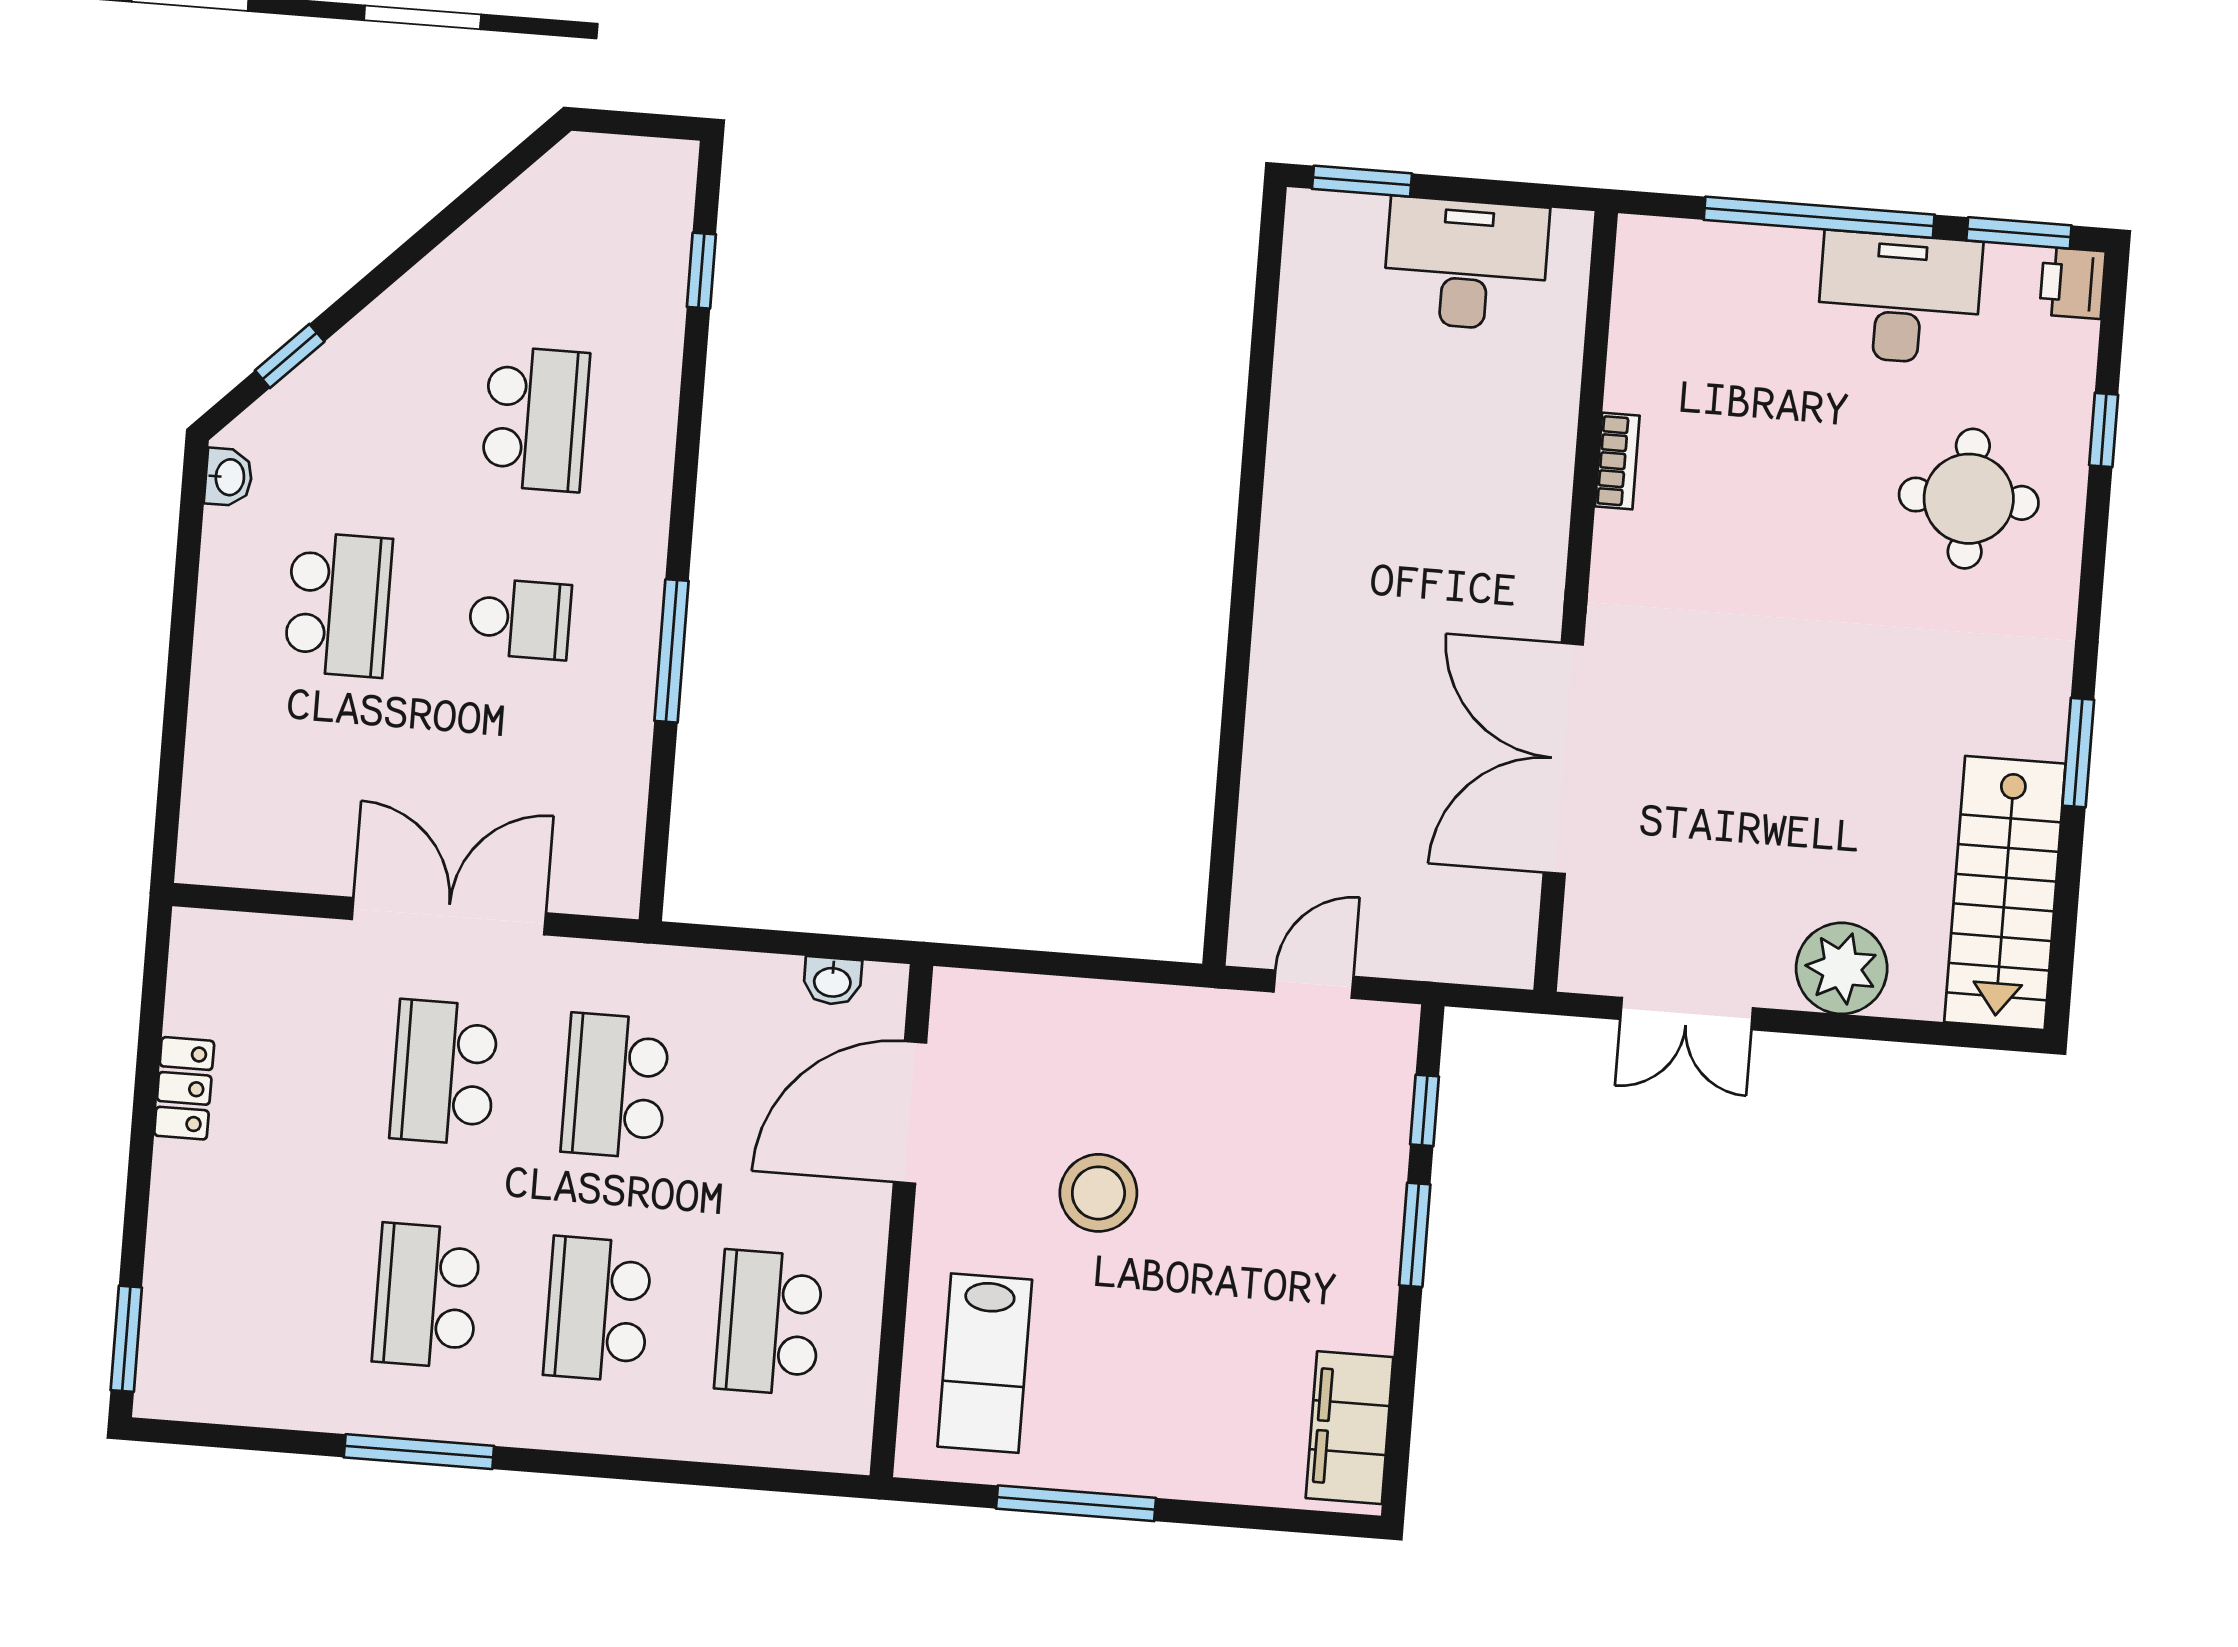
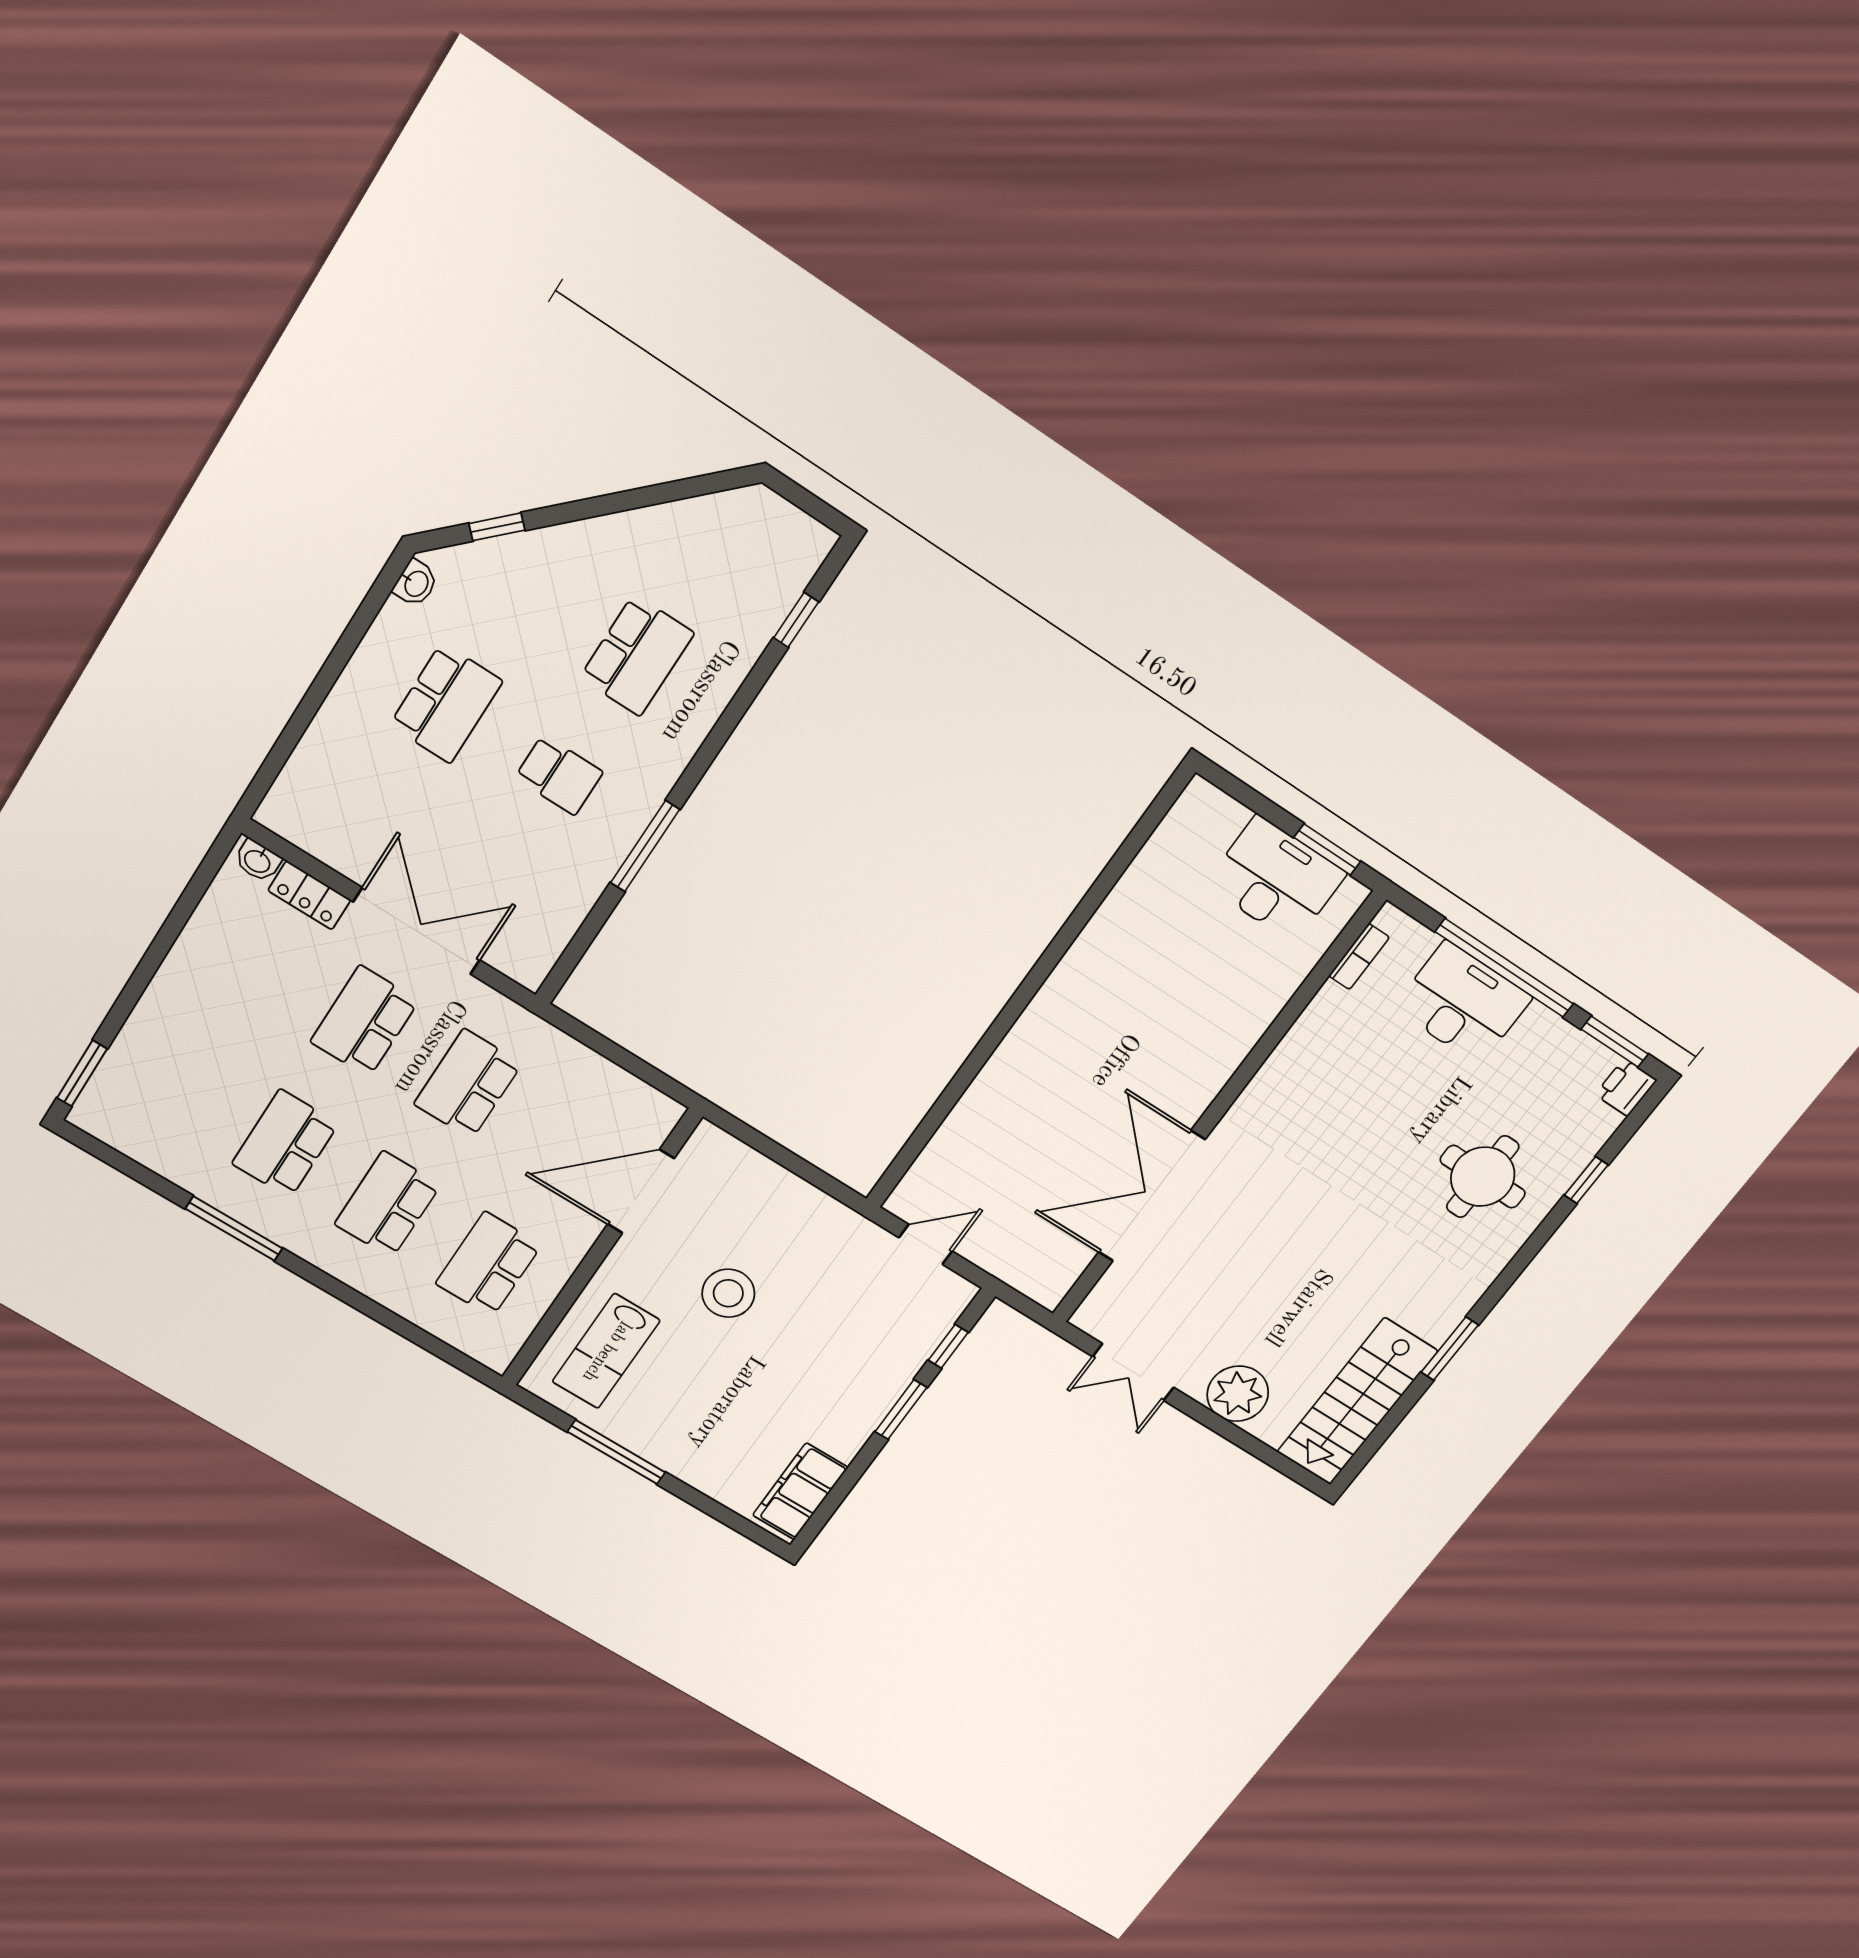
window: (1362, 181) -> (1327, 849), moved
desk: (1899, 298) -> (1463, 1003), moved
bookcase: (1617, 461) -> (1359, 957), moved
washbasin: (832, 981) -> (258, 861), moved
locker: (184, 1088) -> (309, 895), moved, turned 90

